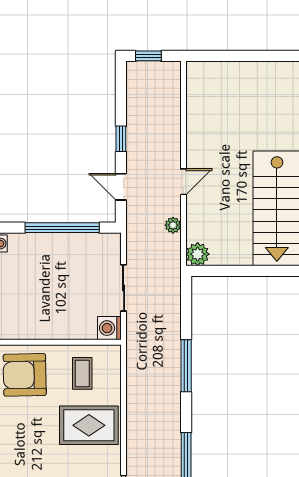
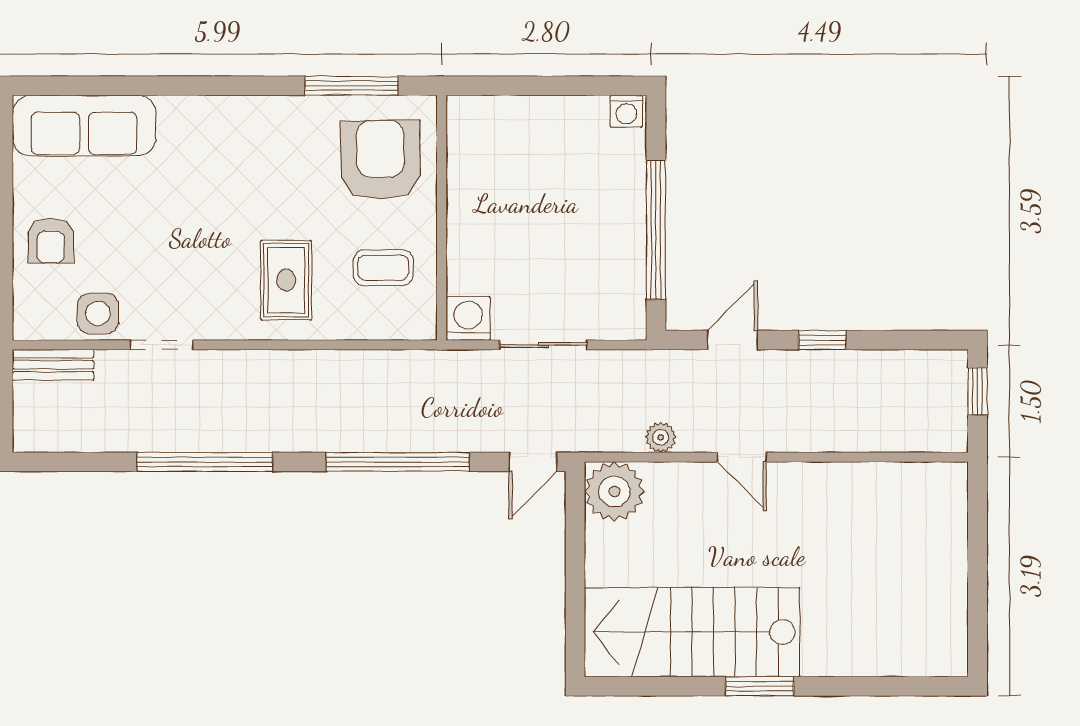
plant: (198, 254) -> (614, 491), width x1.36, depth x1.36
door: (186, 293) -> (533, 462), added
window: (186, 366) -> (398, 462), width x1.46
rug: (89, 425) -> (286, 280), width x0.73, depth x0.70

